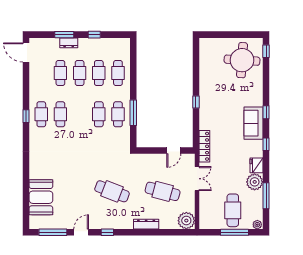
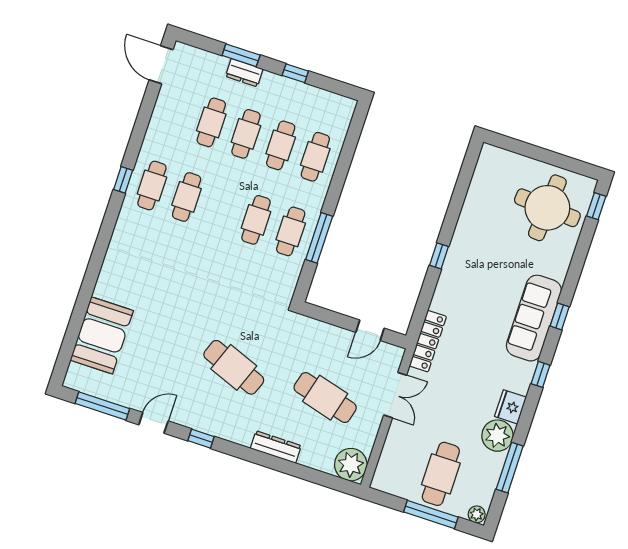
sofa: (253, 123) -> (534, 318), width x1.36

